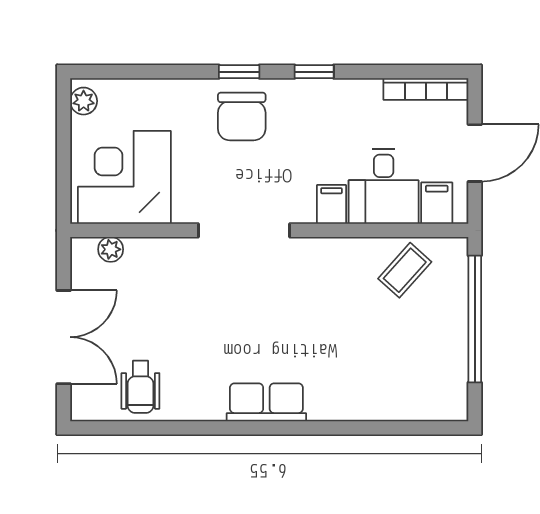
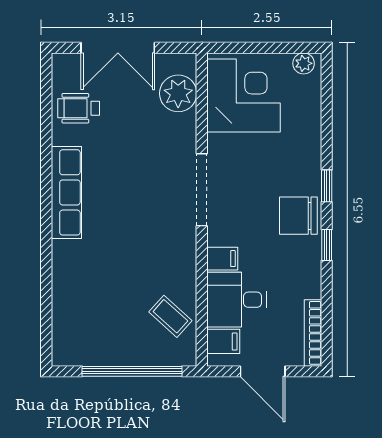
chair: (242, 116) -> (298, 216), moved
plant: (111, 249) -> (178, 93), width x1.87, depth x1.87
row of seats: (266, 402) -> (66, 192), width x1.48

